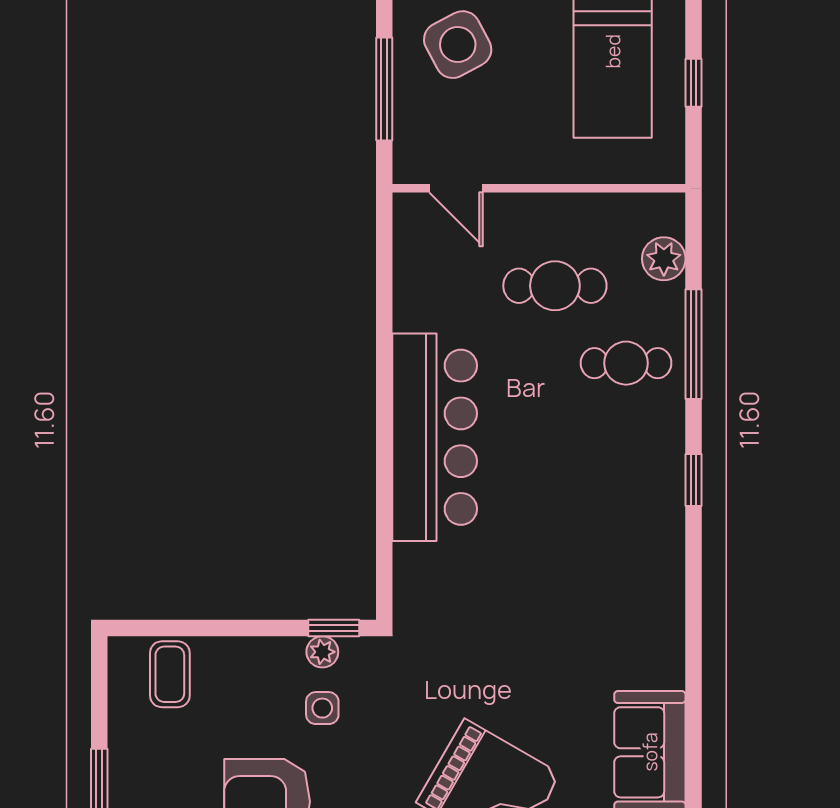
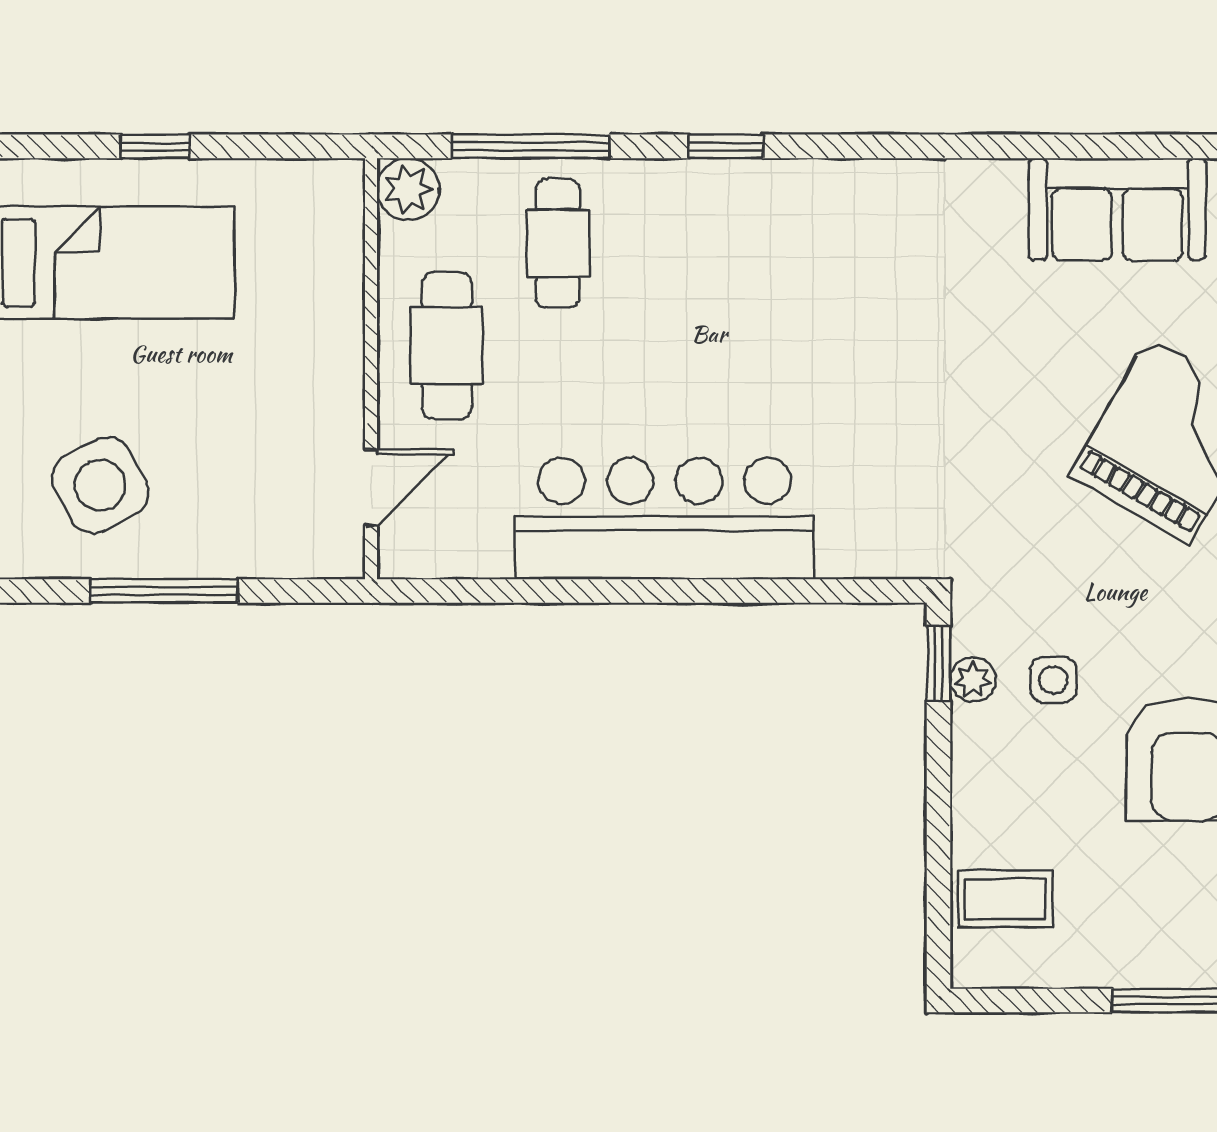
door: (456, 188) -> (371, 488), moved
wall: (539, 188) -> (371, 369), moved

